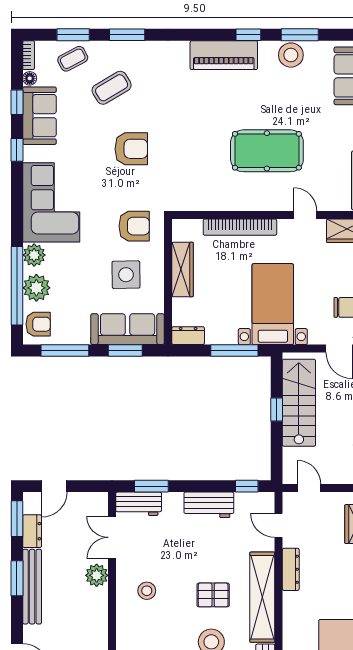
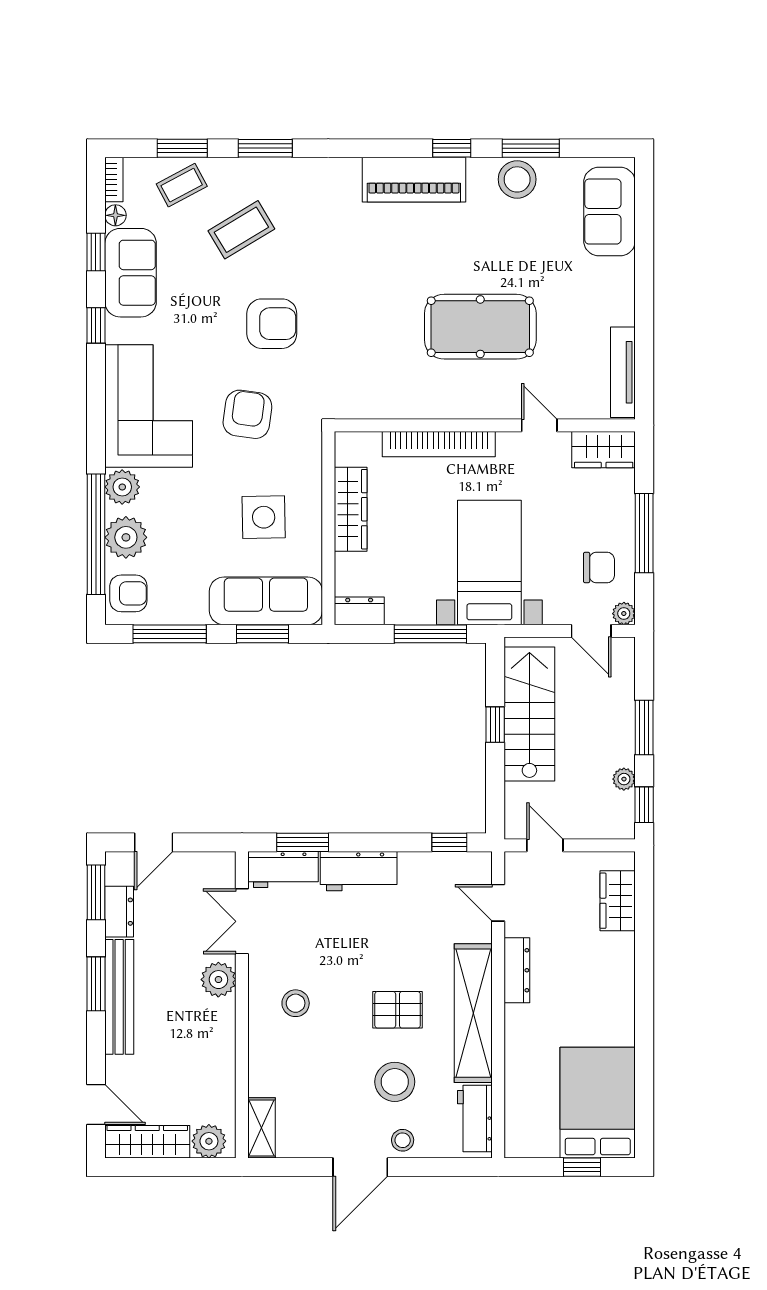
armchair: (134, 226) -> (247, 414), moved, turned -82
workbench: (209, 505) -> (359, 871), moved

